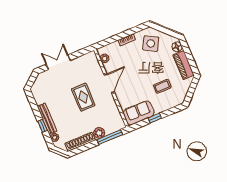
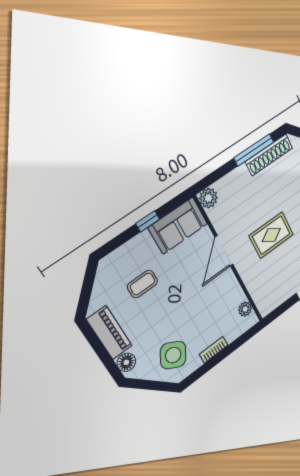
door: (109, 83) -> (224, 251), moved
rug: (83, 97) -> (271, 235), turned 90
plant: (99, 133) -> (208, 198), moved
window: (110, 137) -> (254, 150), moved

